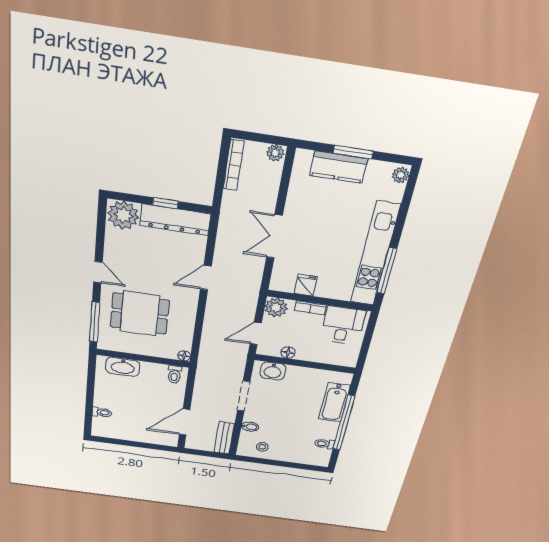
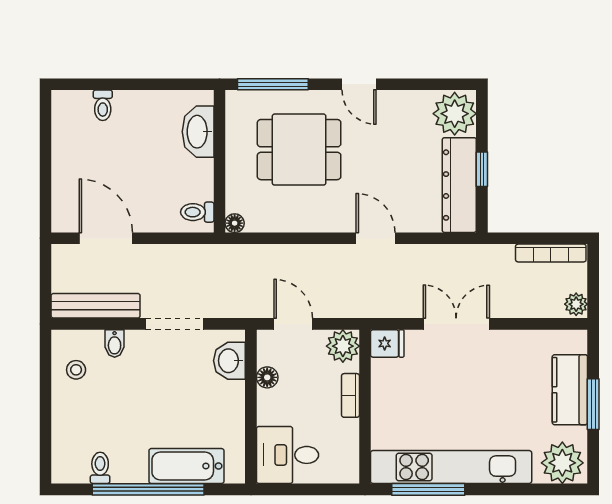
plant: (401, 175) -> (562, 463), width x1.88, depth x1.88
door: (98, 272) -> (359, 84), hinge flipped
fridge: (305, 285) -> (387, 343), moved
dining table: (140, 314) -> (299, 150), turned 90
desk: (343, 326) -> (287, 455), moved, turned 180
bench: (224, 438) -> (96, 306), width x1.36

